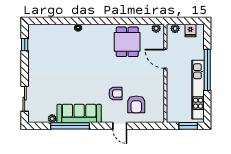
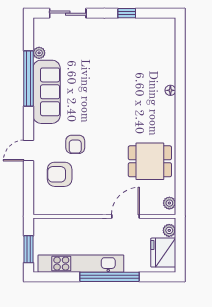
fridge: (190, 30) -> (163, 253), width x1.88, depth x1.34
window: (25, 45) -> (127, 13), moved

